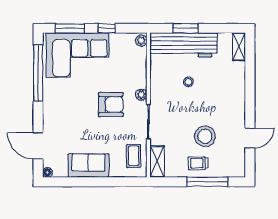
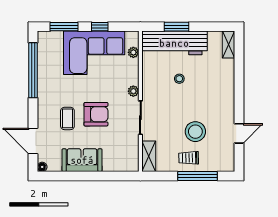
plant: (141, 41) -> (133, 52), moved
corner sofa: (78, 55) -> (94, 53), moved
armchair: (111, 104) -> (96, 114), moved
coffee table: (134, 156) -> (67, 118), moved

